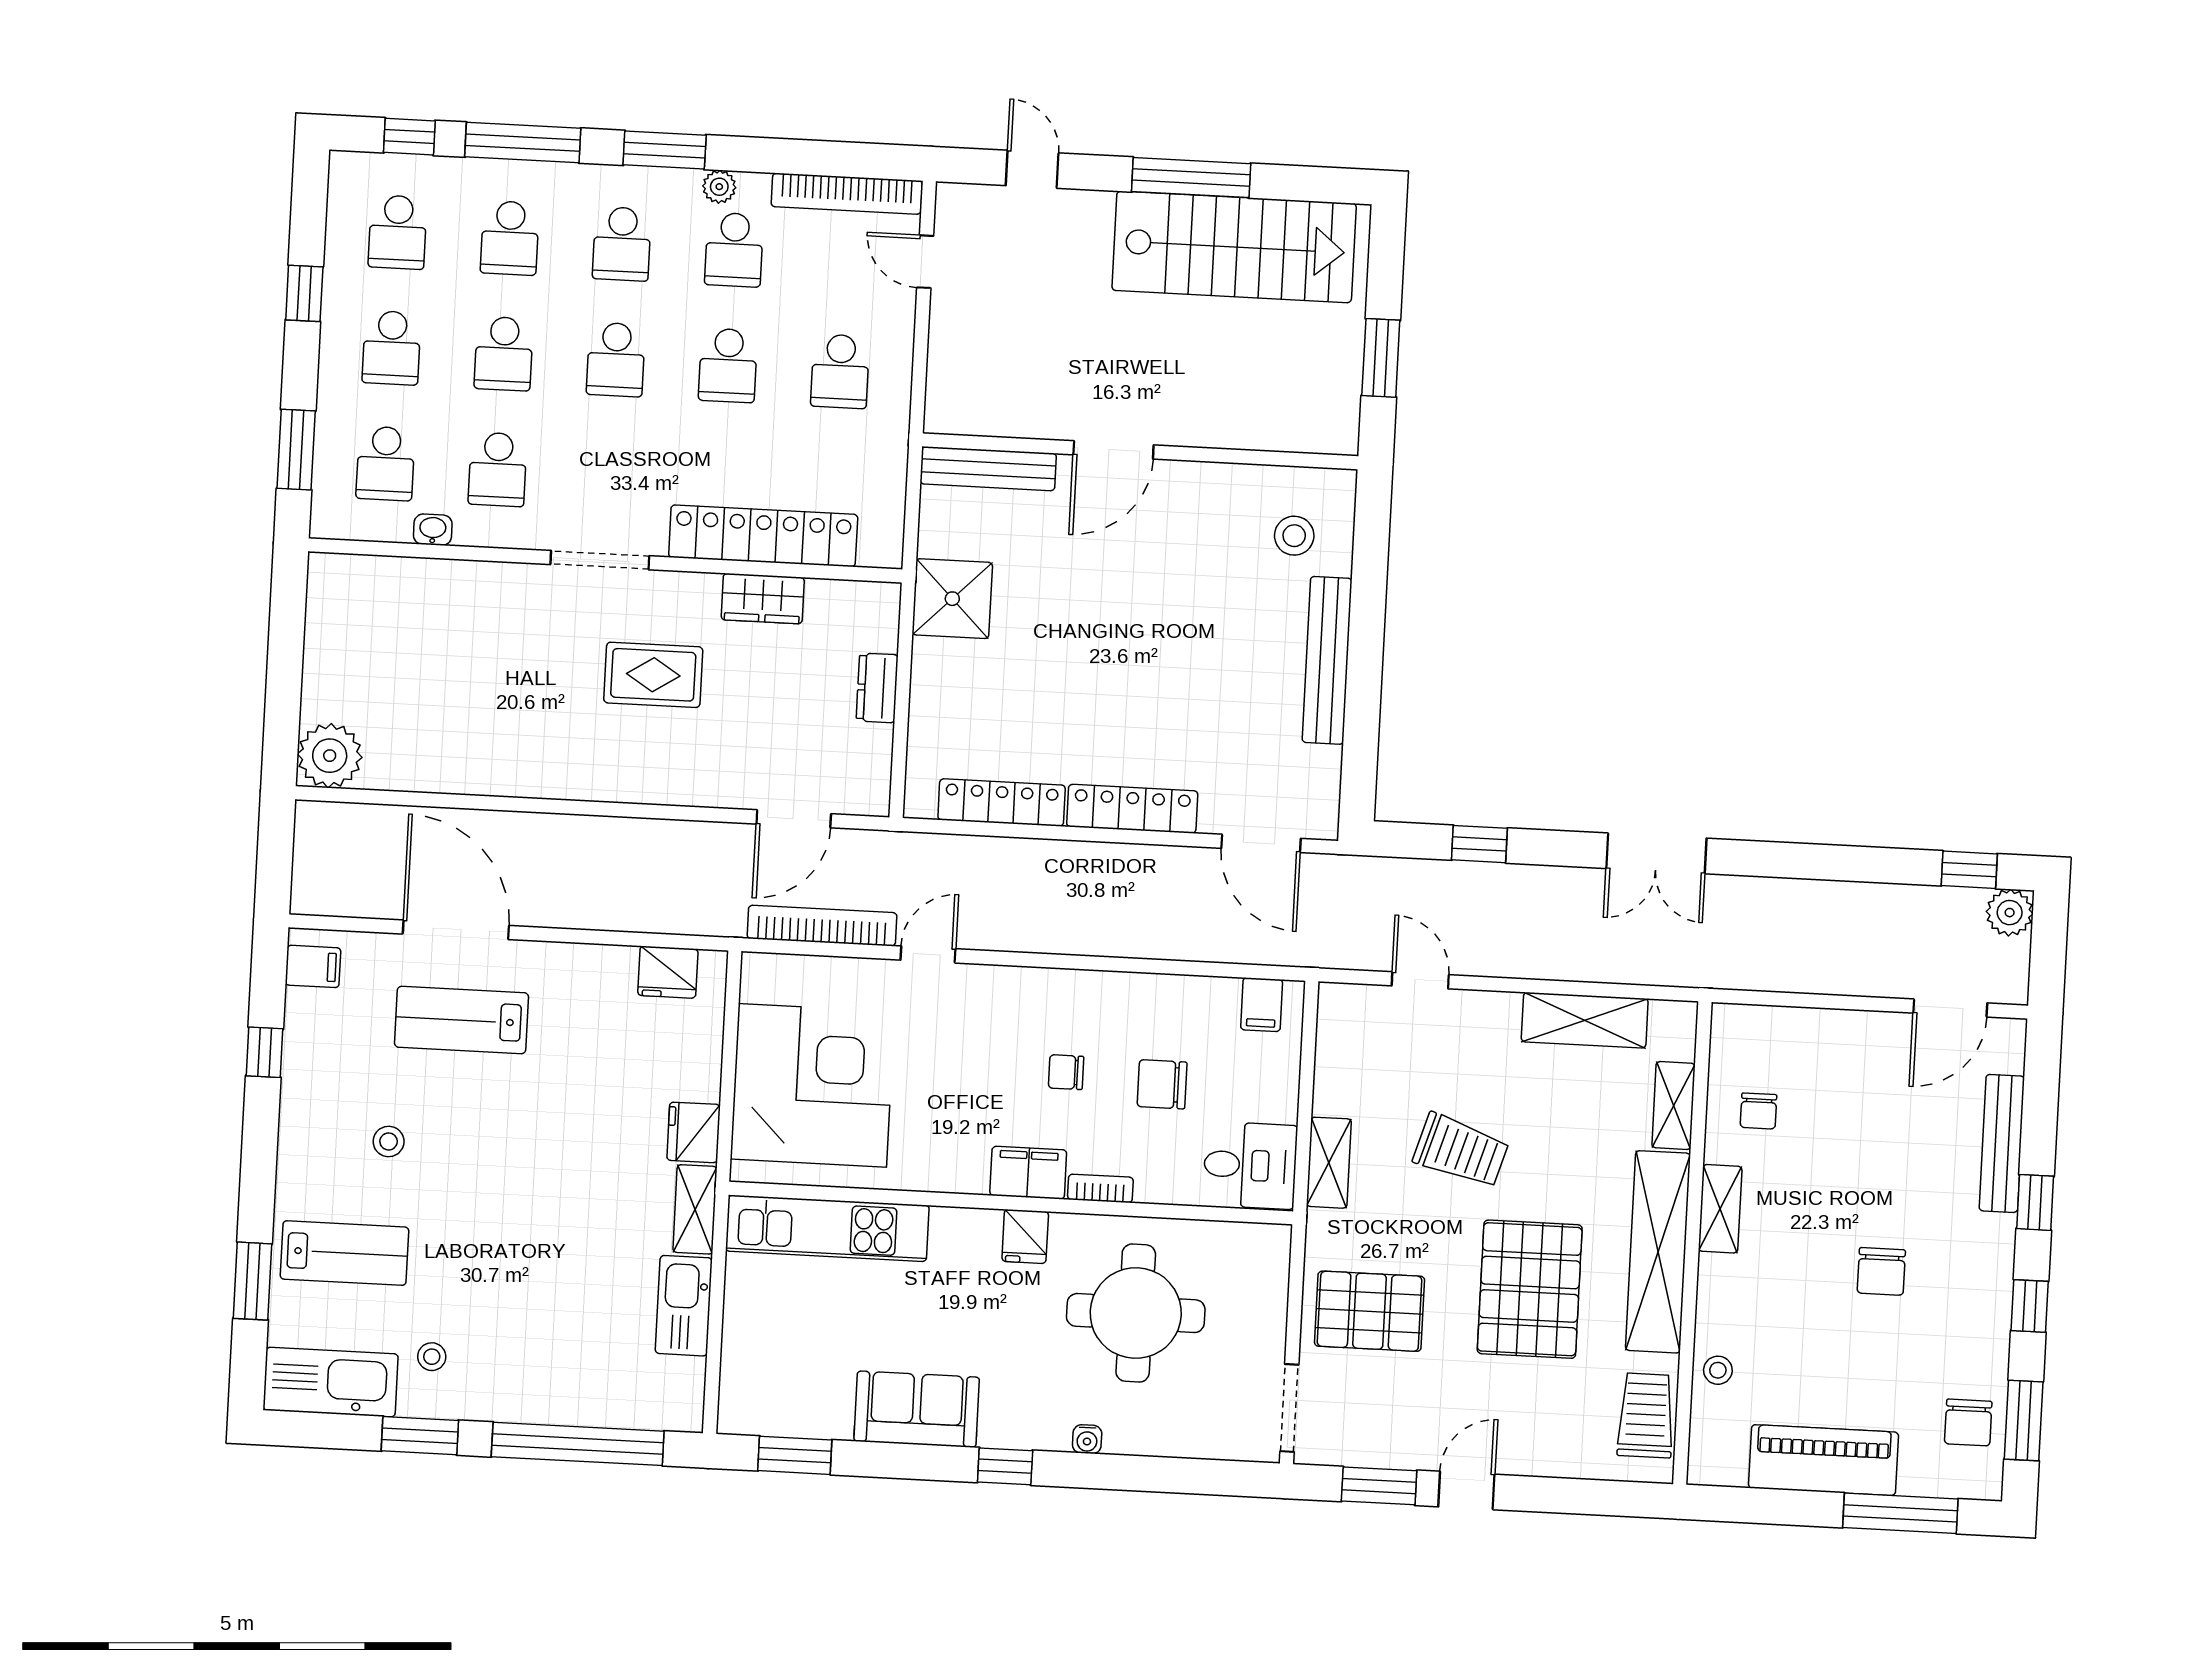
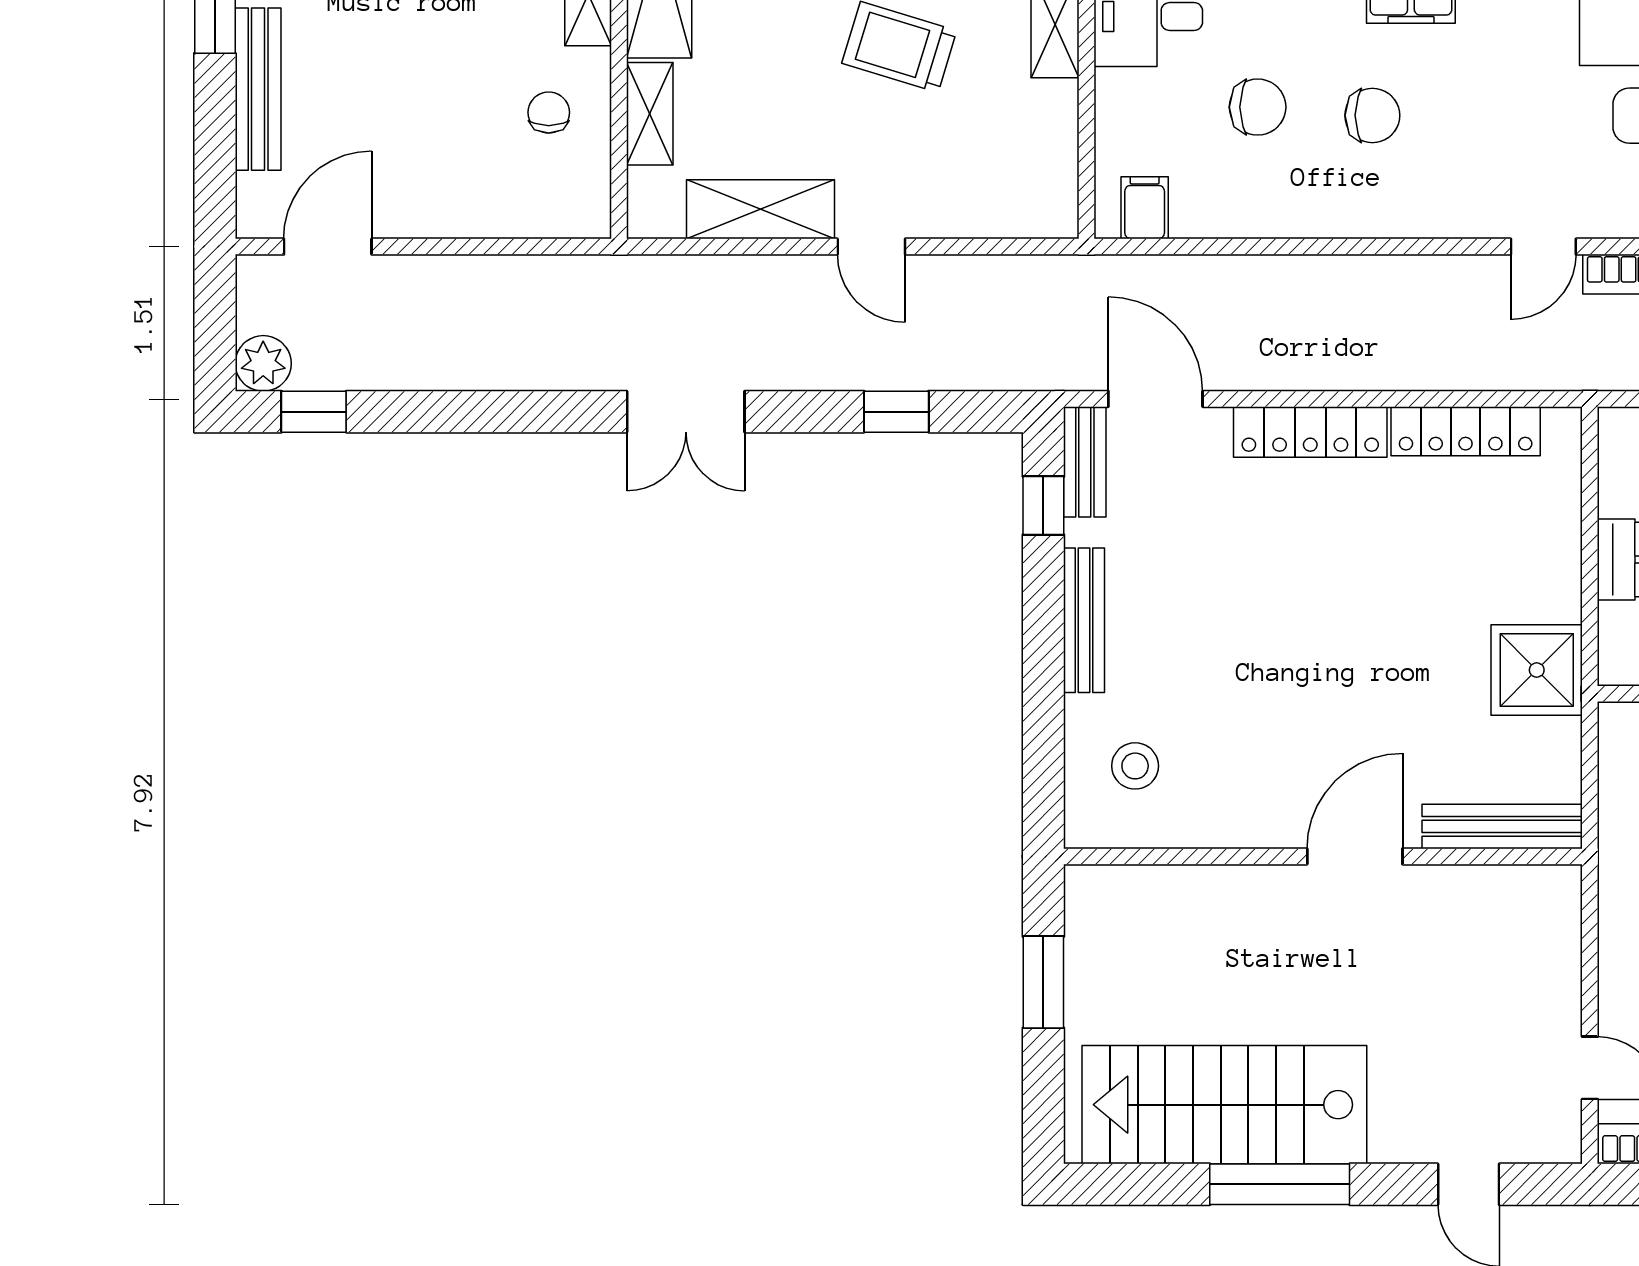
bench: (1327, 660) -> (1084, 620), width x0.73, depth x0.82
window: (1360, 759) -> (1043, 506), added
bench: (1323, 794) -> (1085, 462), added
double door: (1656, 853) -> (686, 412), swing flipped
door: (1420, 980) -> (871, 247), moved
chair: (1066, 1072) -> (1372, 115), width x1.37, depth x1.37

